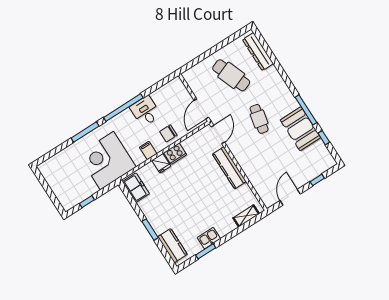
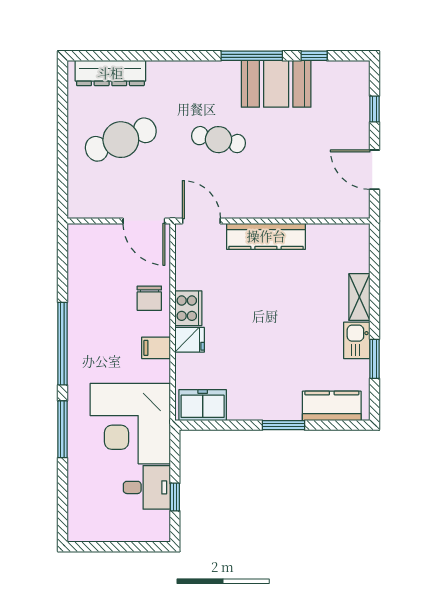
desk: (145, 111) -> (147, 487), moved, turned 180
shelving: (246, 216) -> (359, 297), moved

